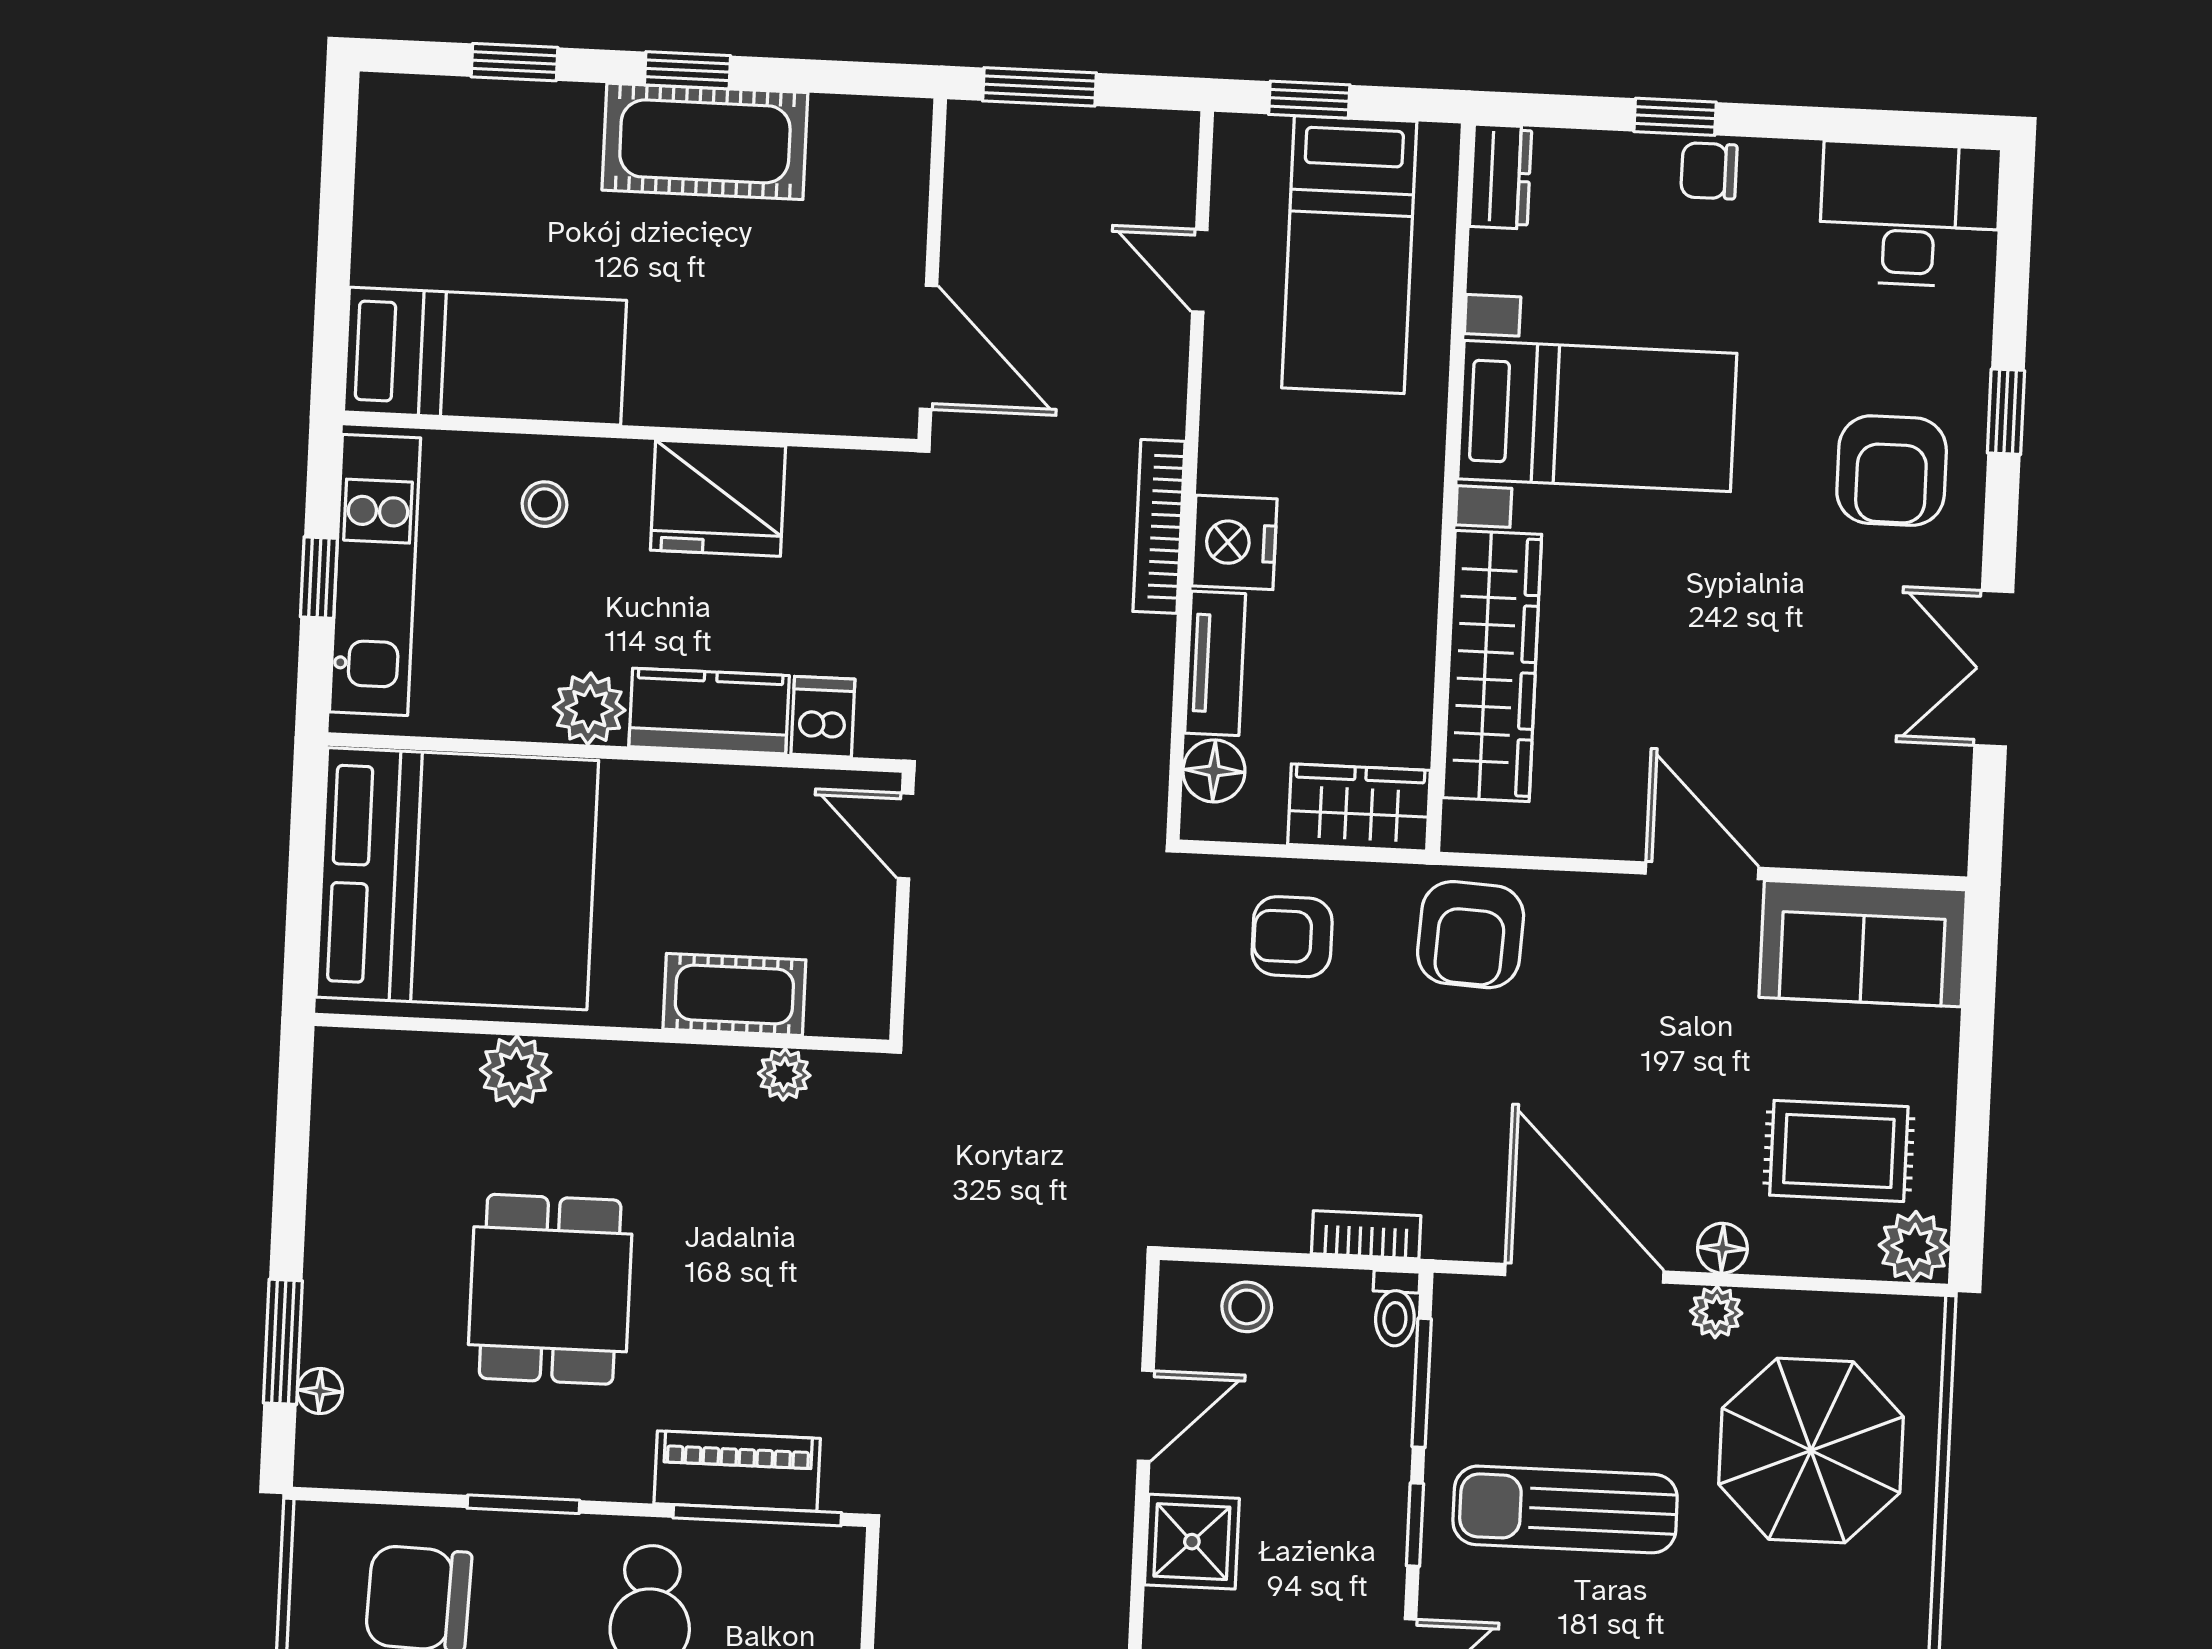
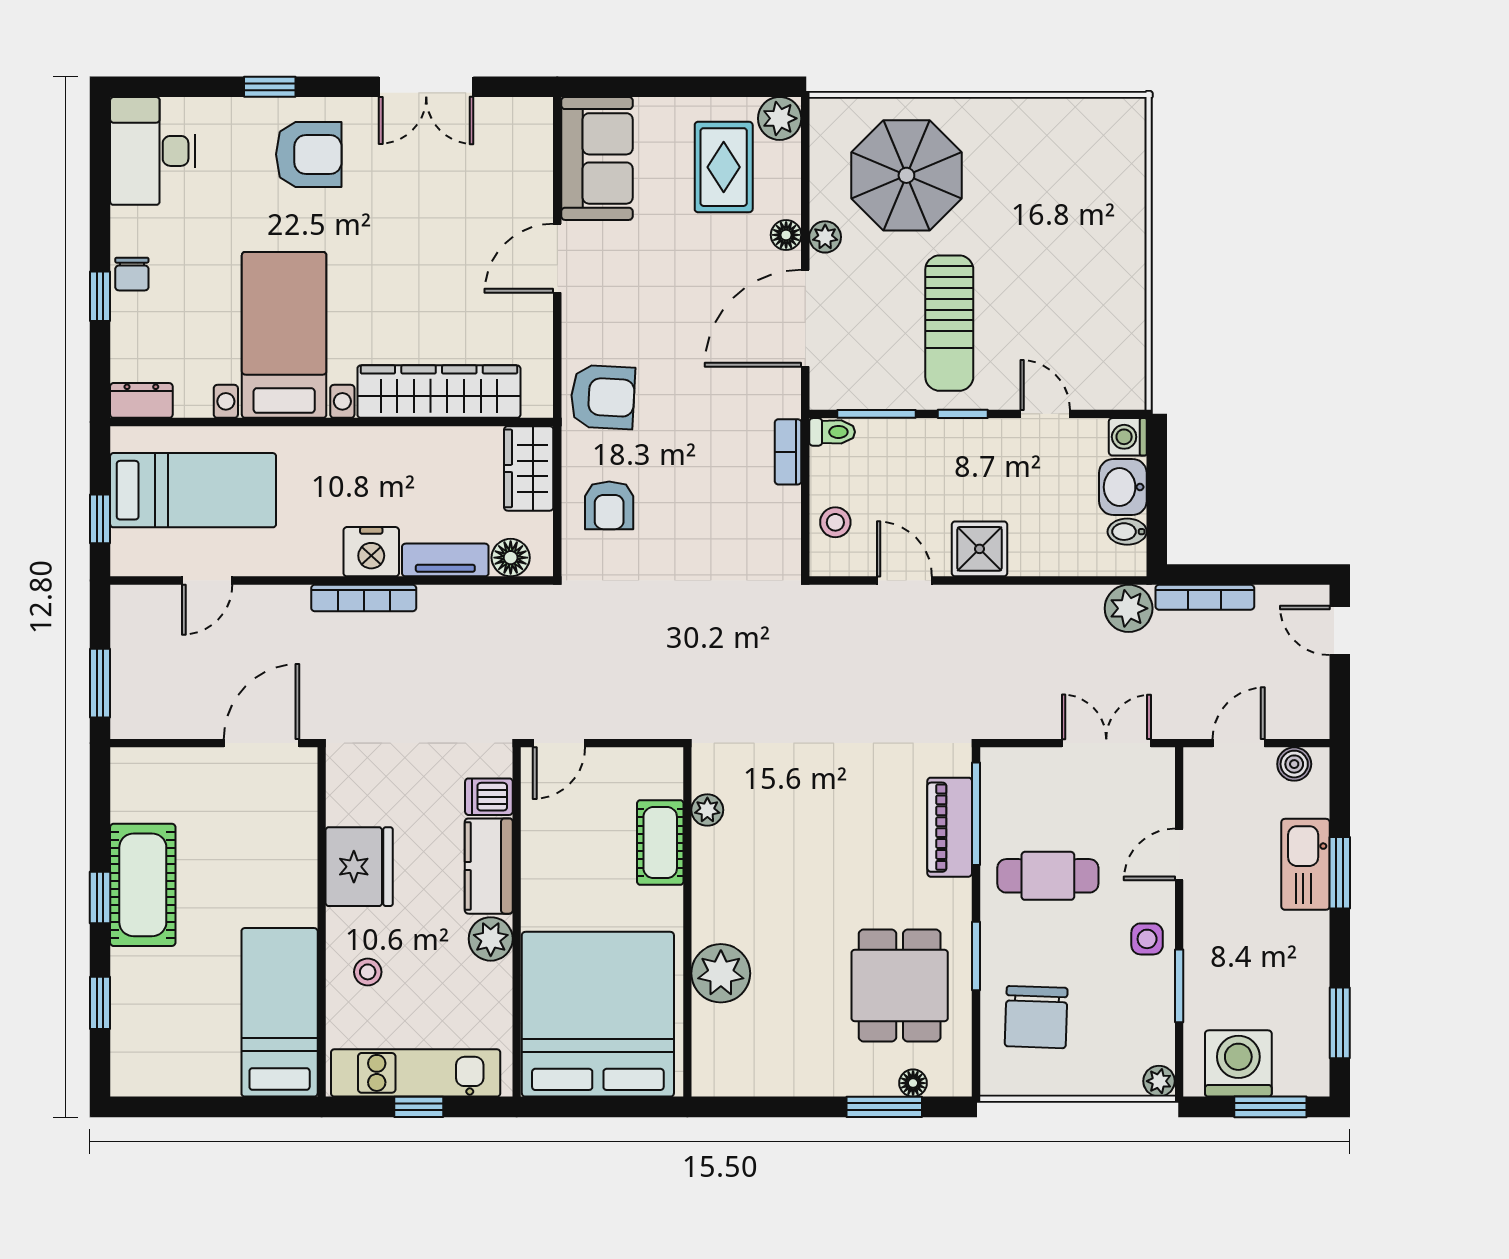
plant: (516, 1071) -> (721, 973), width x1.36, depth x1.36
dining table: (550, 1289) -> (900, 985), moved, turned 90

